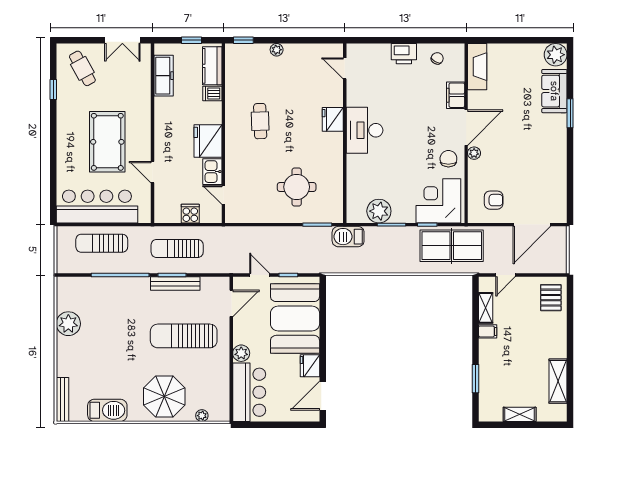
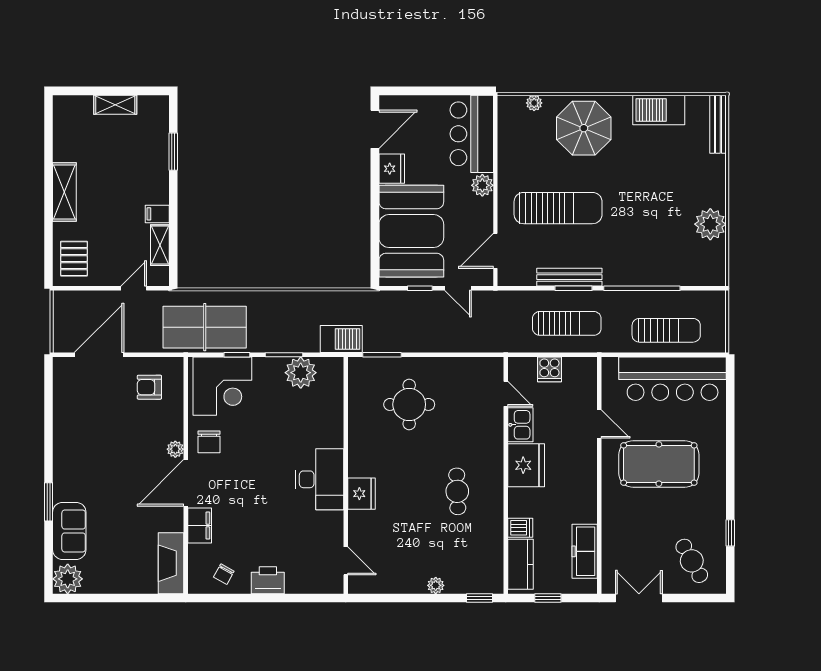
pool table: (107, 142) -> (659, 464), turned 90
shelving: (558, 381) -> (64, 192), moved

